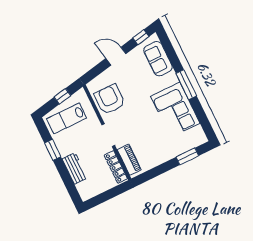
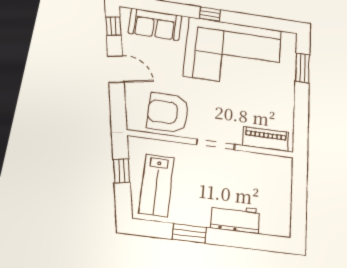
door: (116, 56) -> (116, 69), swing flipped
window: (186, 85) -> (210, 14), width x0.46
corner sofa: (175, 110) -> (233, 53), width x1.36, depth x1.36
locker: (116, 167) -> (266, 162), removed

